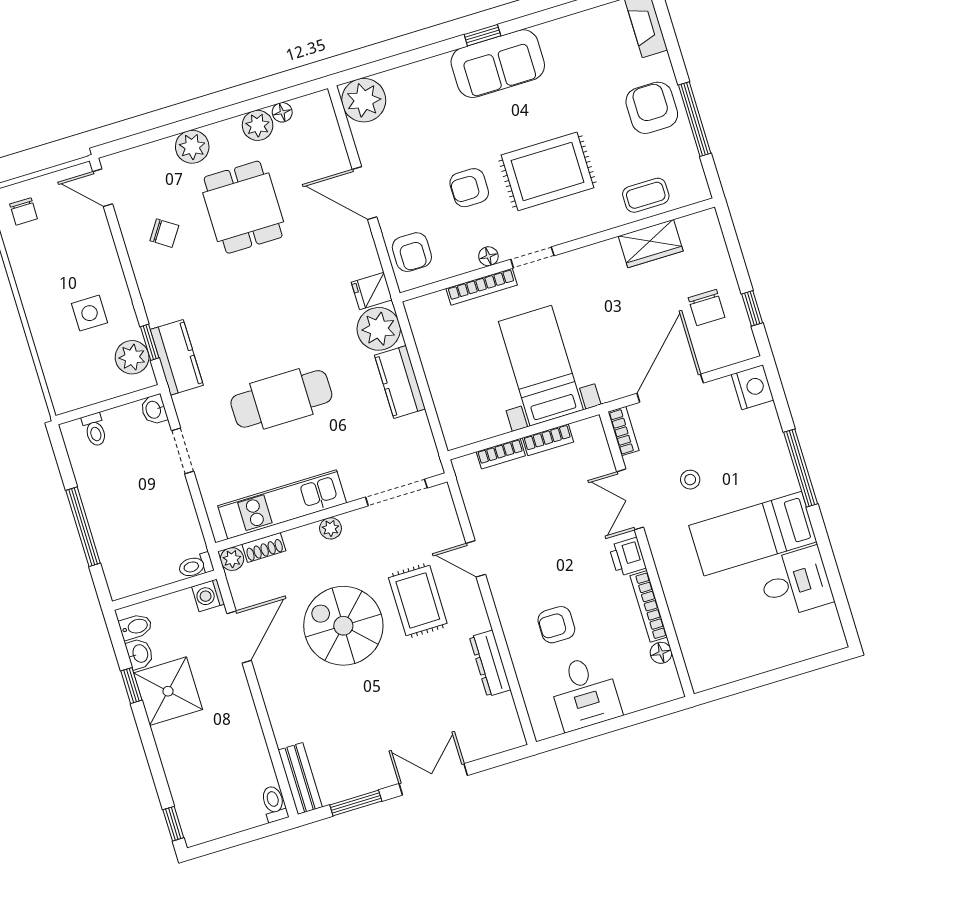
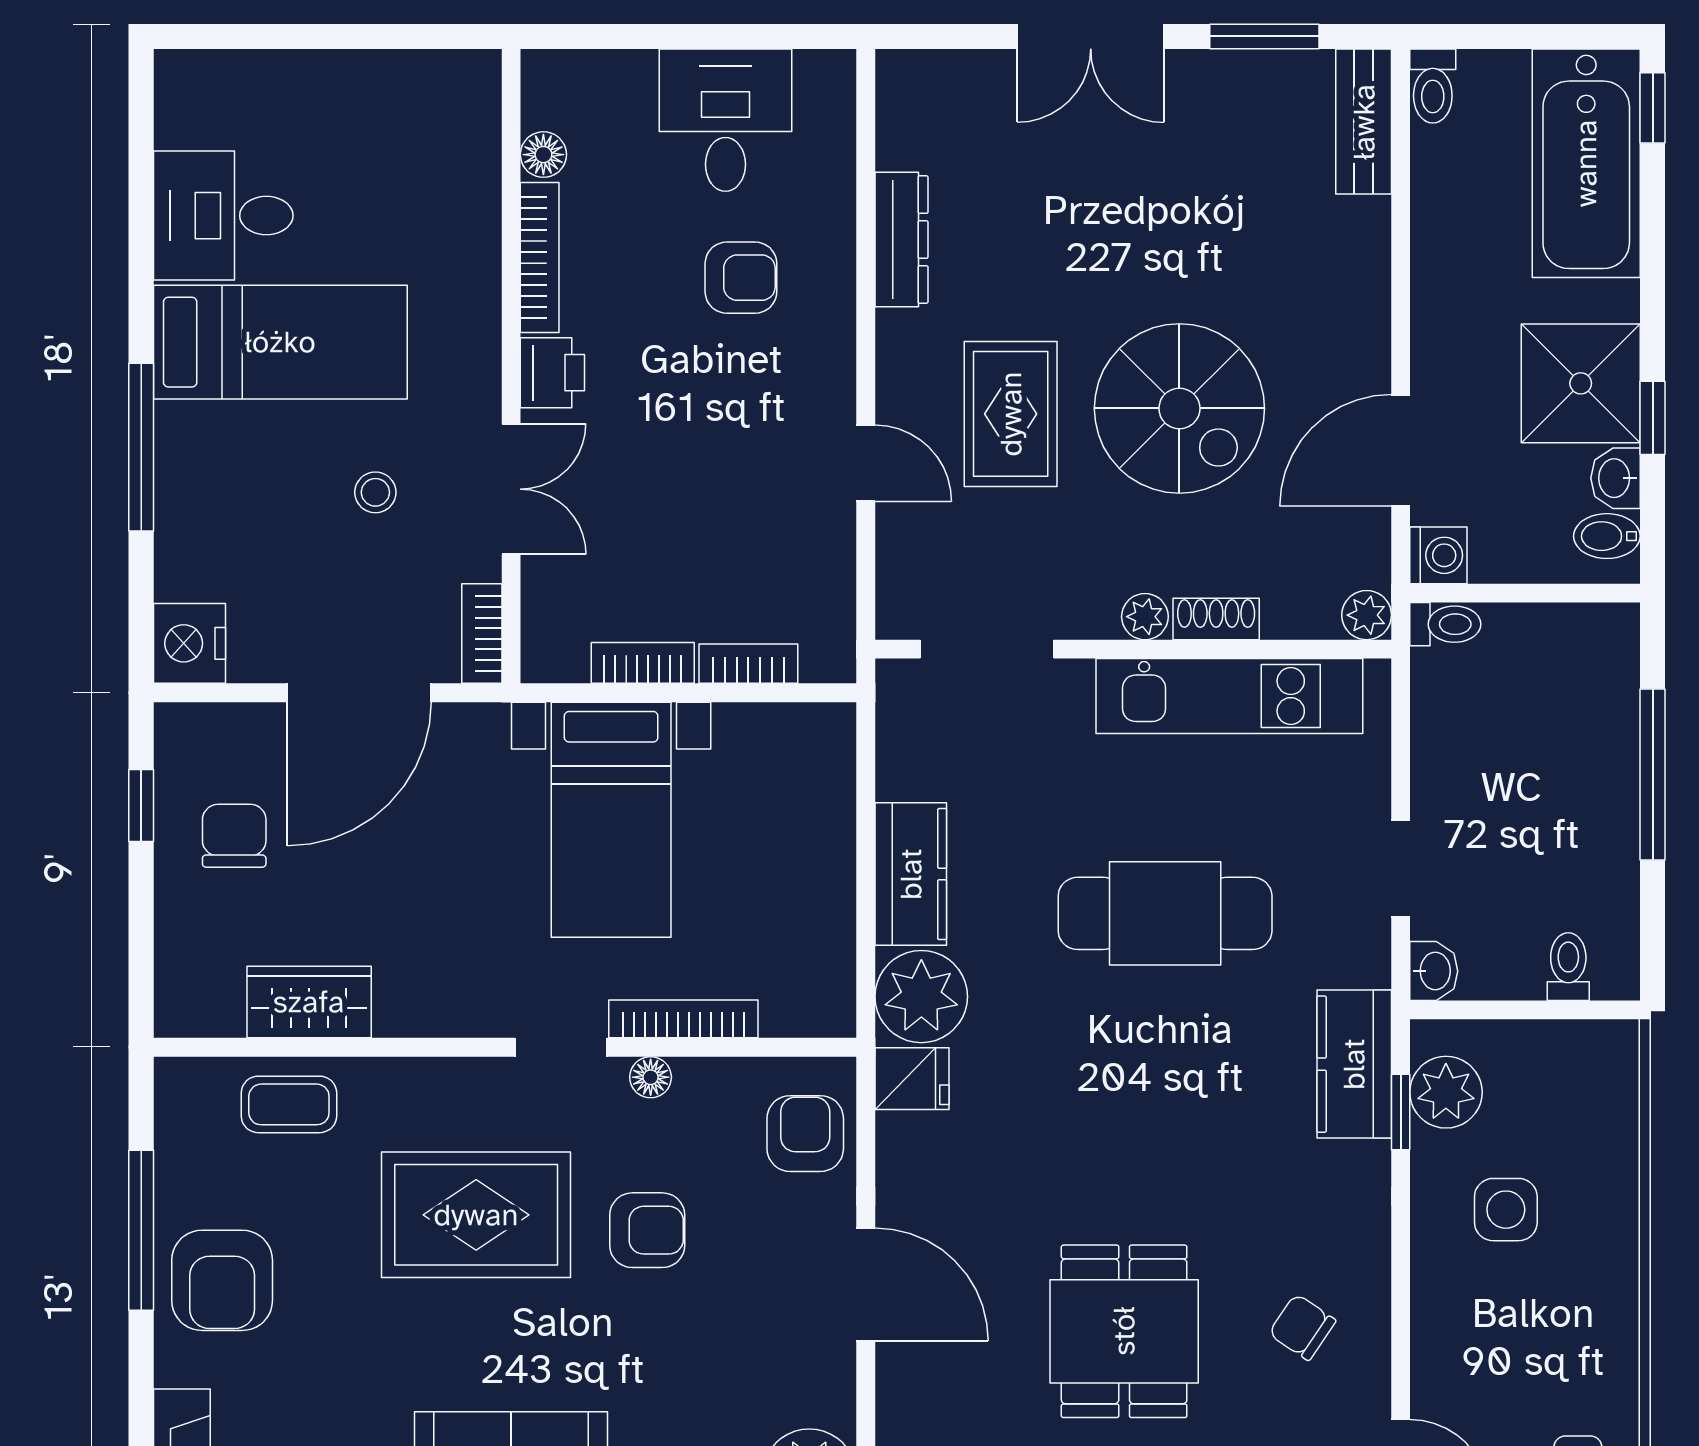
shoe rack: (264, 547) -> (1216, 619), moved
bathtub: (195, 790) -> (1586, 163), added

